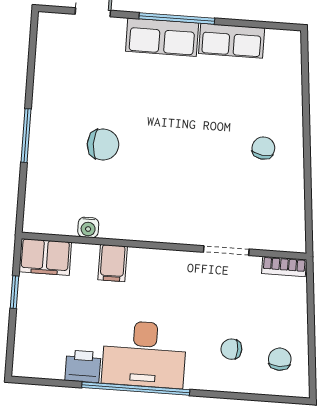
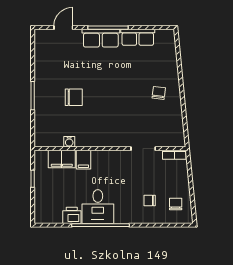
filing cabinet: (45, 257) -> (62, 159), moved
desk: (144, 354) -> (98, 207), width x0.73

